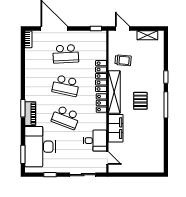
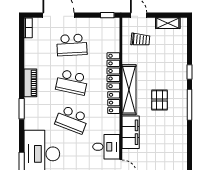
trolley: (123, 60) -> (140, 40), moved
piano: (30, 114) -> (30, 83), moved

